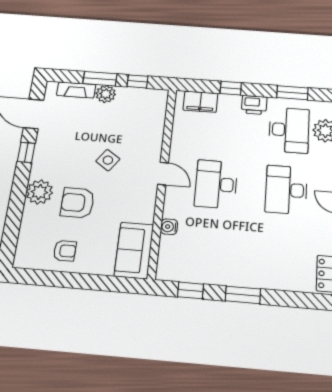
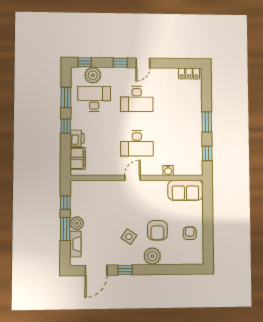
window: (231, 88) -> (66, 126), moved
printer: (254, 105) -> (77, 138), moved
side table: (108, 160) -> (129, 237), moved

